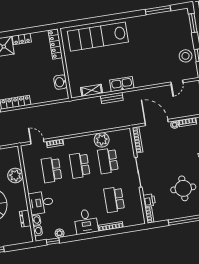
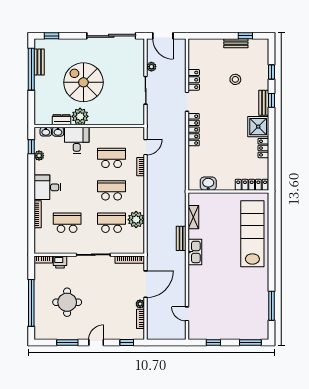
stool: (186, 56) -> (215, 328), removed
plant: (15, 175) -> (80, 116), moved

